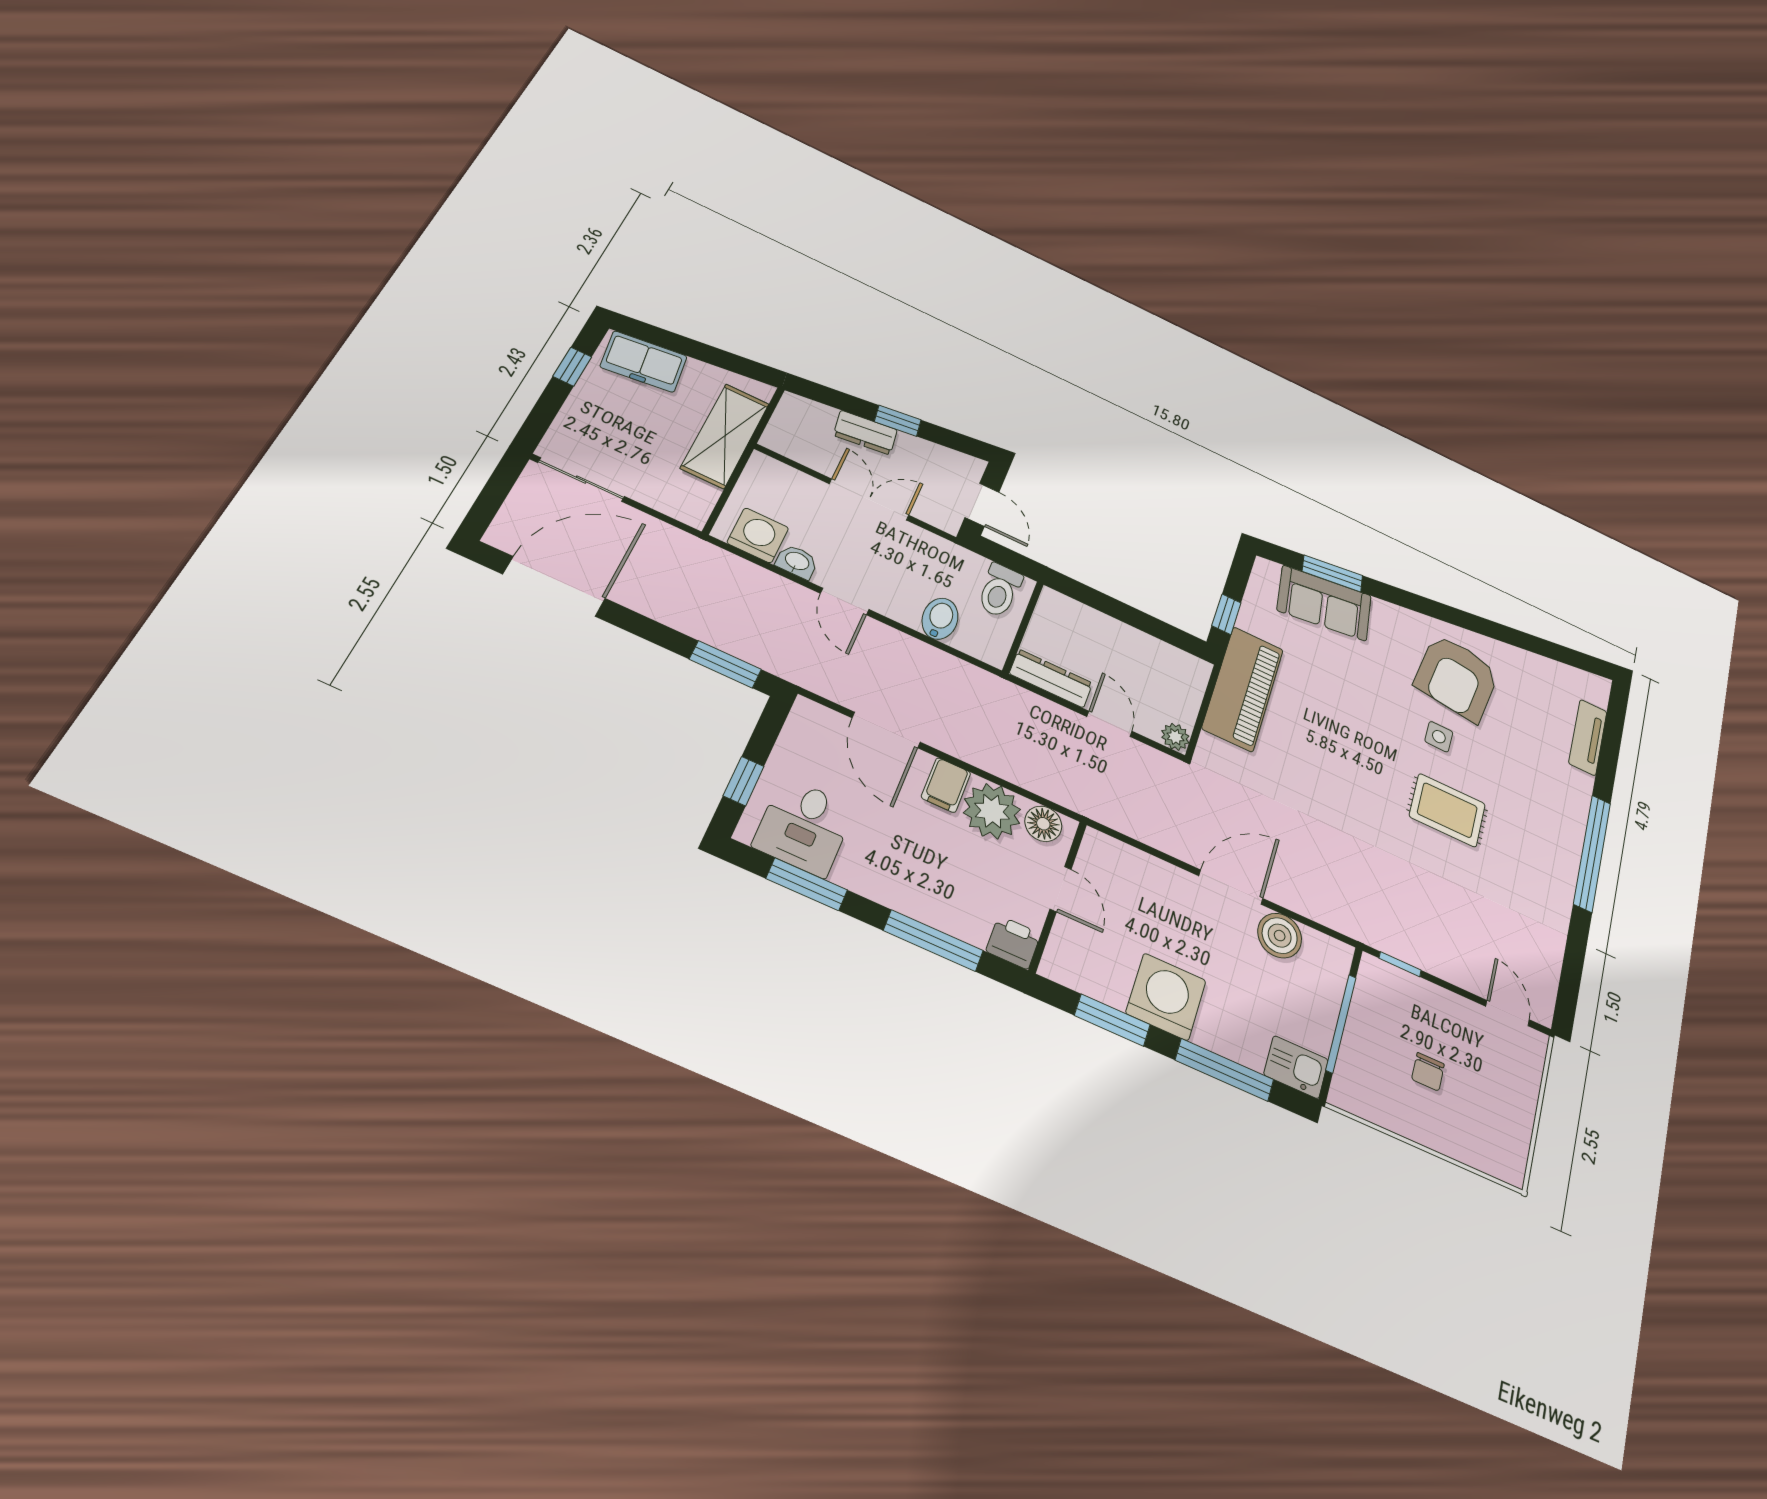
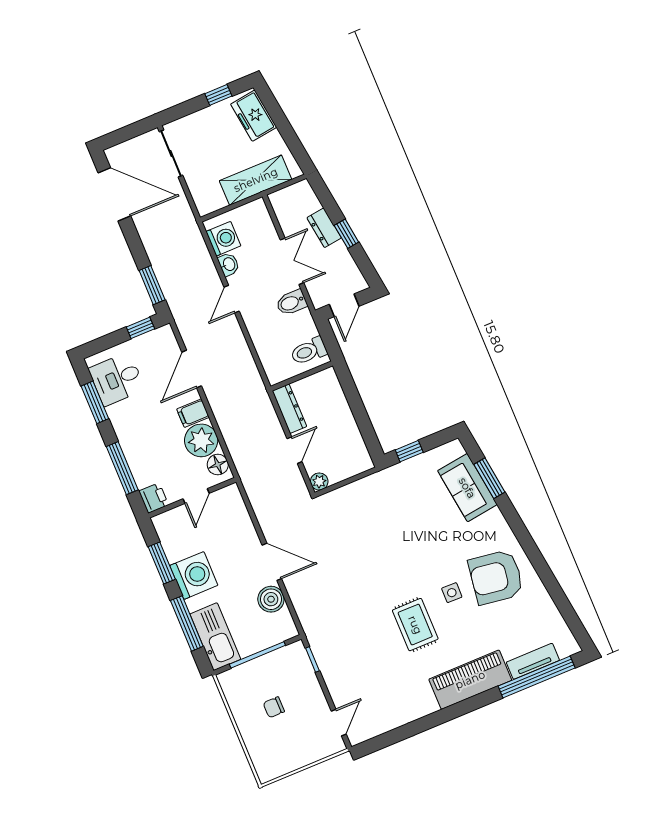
bidet: (940, 619) -> (291, 303), moved, turned 180
piano: (1243, 689) -> (470, 680), moved, turned 180
window: (744, 781) -> (140, 328), moved
window: (1592, 853) -> (537, 677), moved
kitchen sink: (1296, 1067) -> (215, 637), width x1.88, depth x1.24

